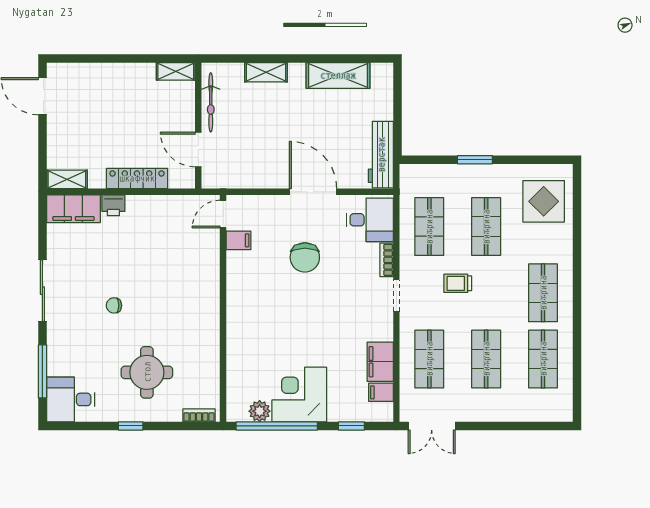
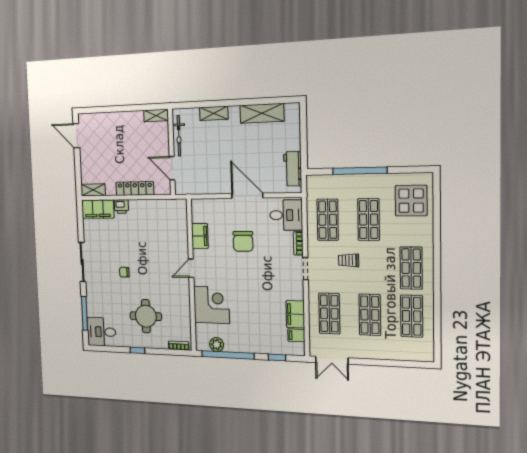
workbench: (381, 155) -> (293, 169), width x0.73
window: (475, 160) -> (360, 171), width x2.11
door: (223, 214) -> (191, 268), moved
filing cabinet: (238, 240) -> (200, 236), width x2.00
corner desk: (299, 394) -> (212, 305), moved, turned 90

